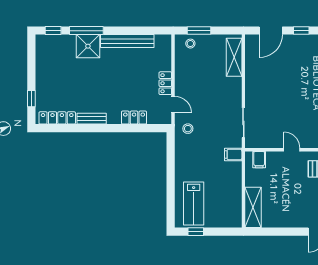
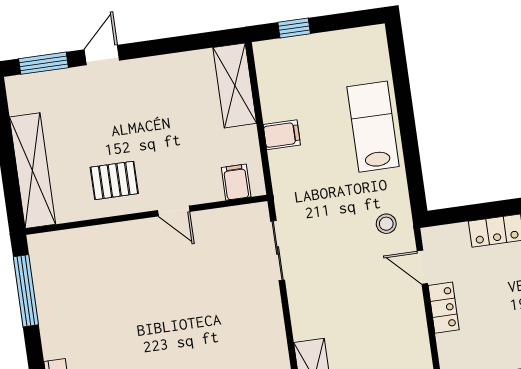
filing cabinet: (233, 155) -> (282, 135), moved
lab bench: (194, 204) -> (373, 127), moved
window: (196, 232) -> (294, 28), moved

